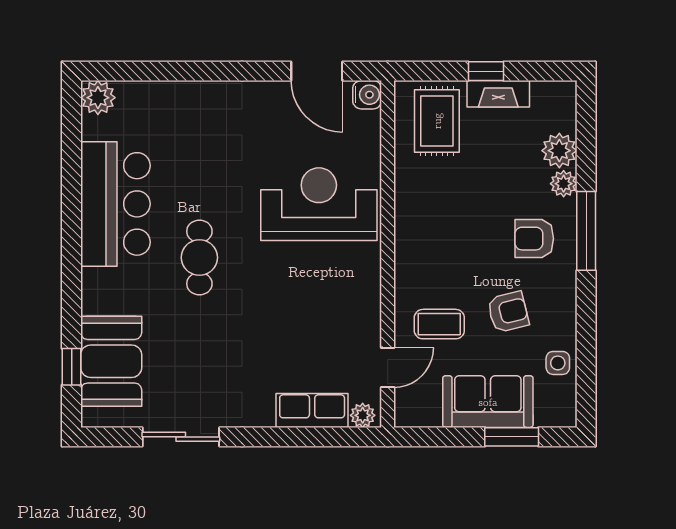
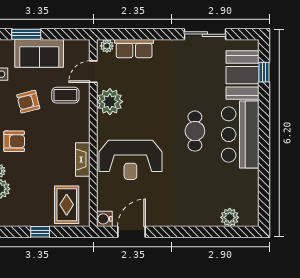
door: (317, 71) -> (132, 232), hinge flipped
fireplace: (498, 94) -> (83, 160), moved, turned -90
plant: (98, 98) -> (230, 217), moved
bar counter: (115, 204) -> (240, 134), moved
plant: (357, 312) -> (110, 102), added

